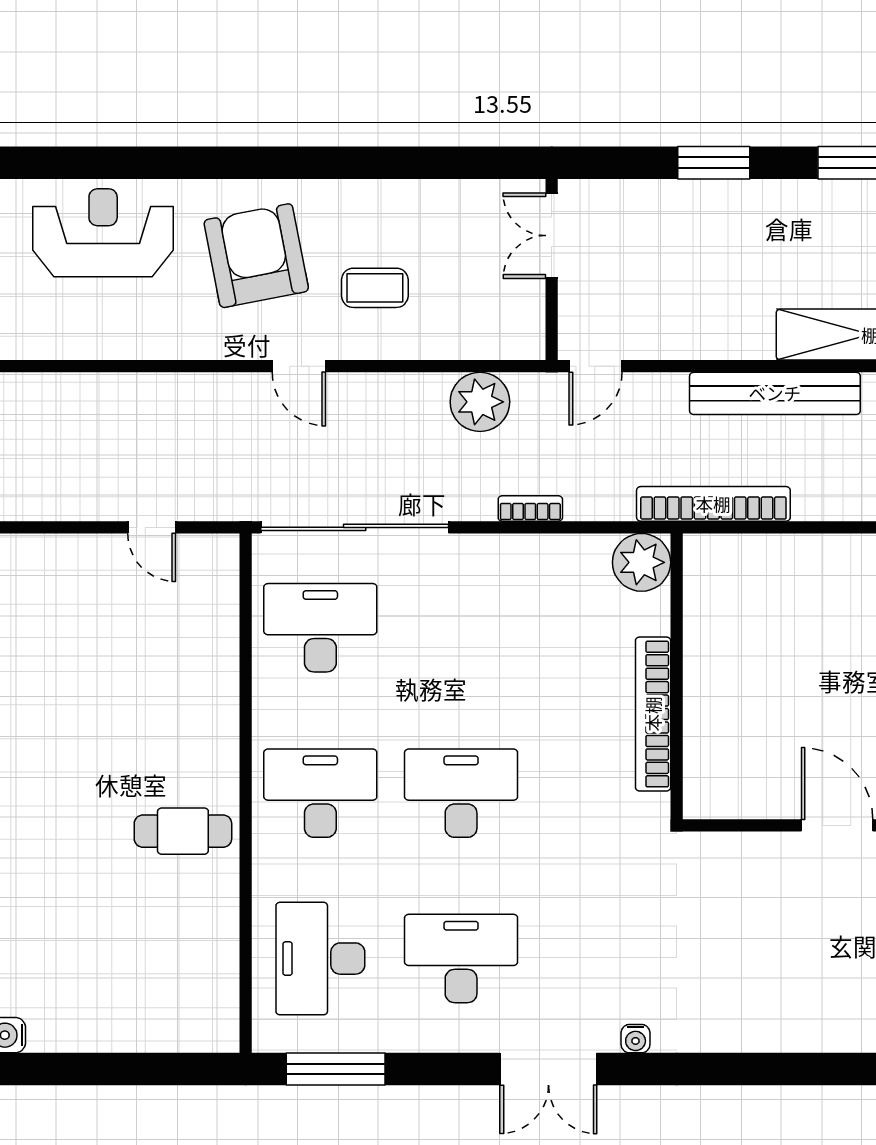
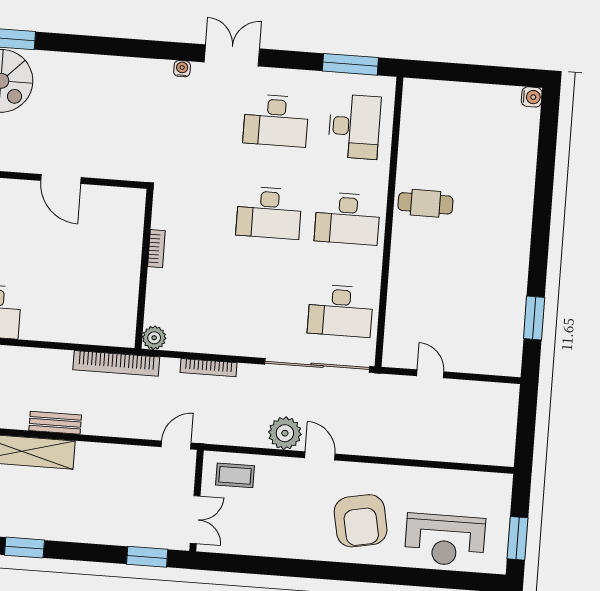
window: (714, 163) -> (147, 557), moved
coffee table: (375, 288) -> (235, 475), moved
door: (299, 366) -> (320, 456), moved
bench: (775, 393) -> (55, 423), width x0.54, depth x0.82
plant: (480, 402) -> (285, 433), moved
bookcase: (530, 508) -> (208, 368), width x1.56
plant: (642, 562) -> (154, 338), width x0.73, depth x0.73
bookcase: (653, 714) -> (156, 249), width x0.43, depth x0.76

